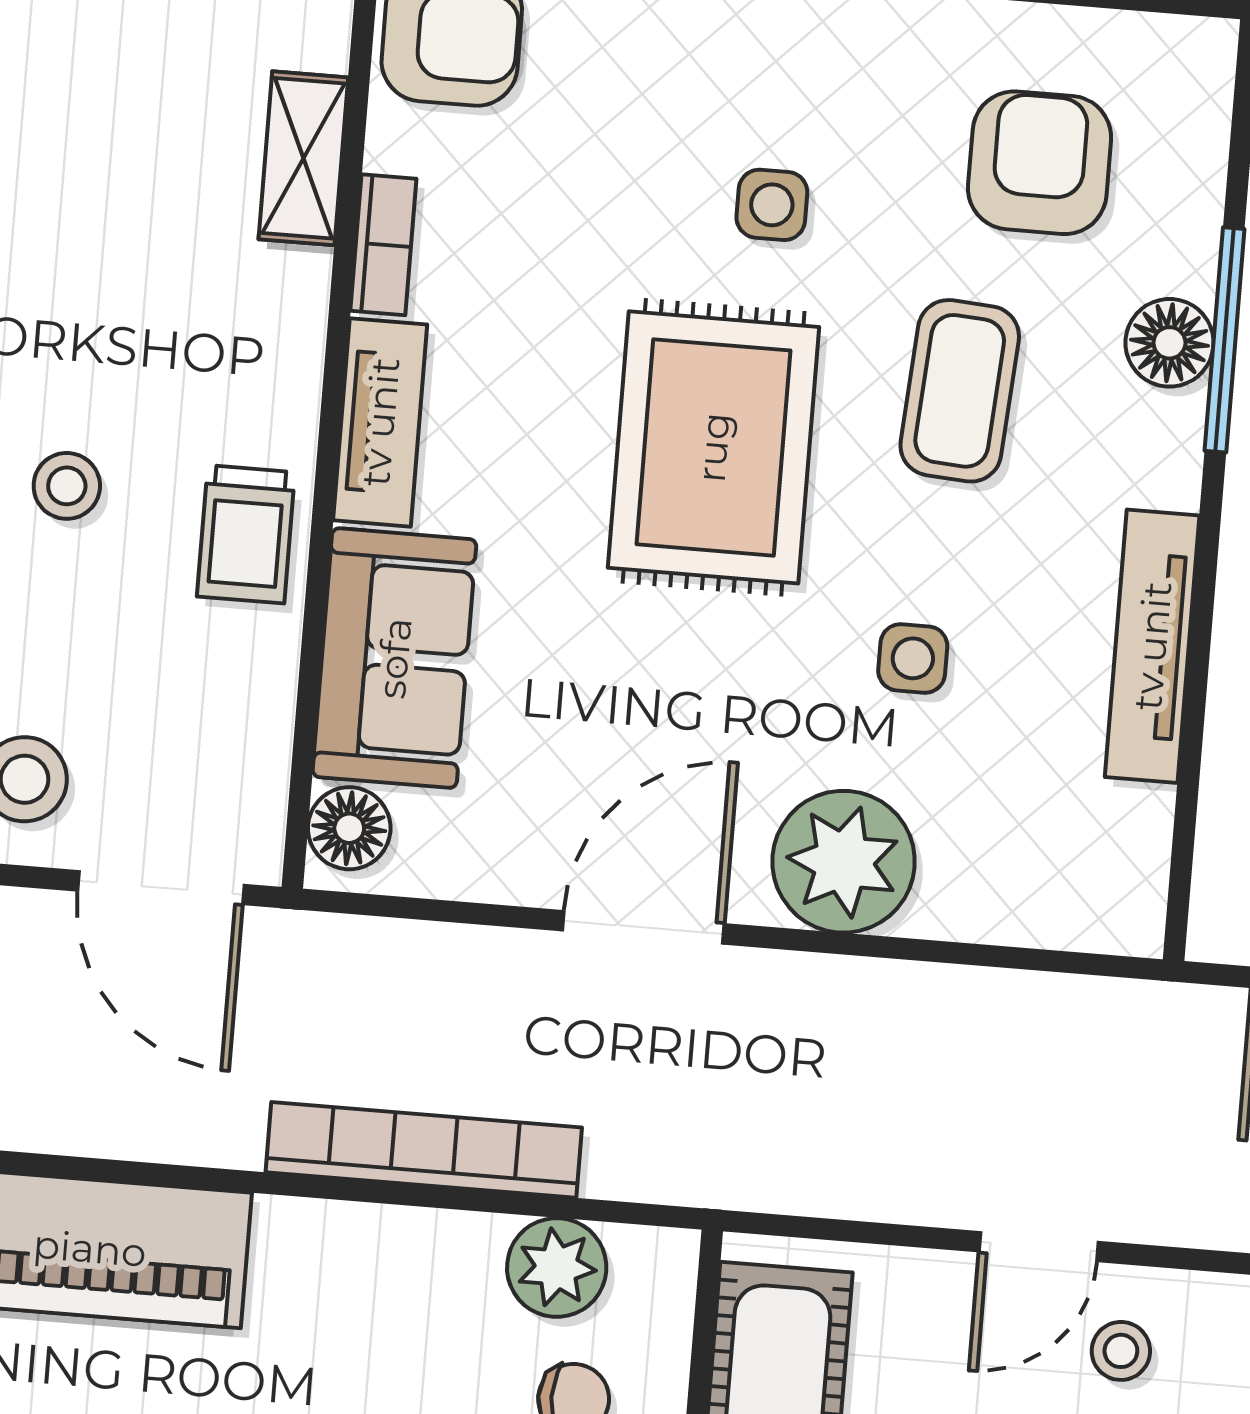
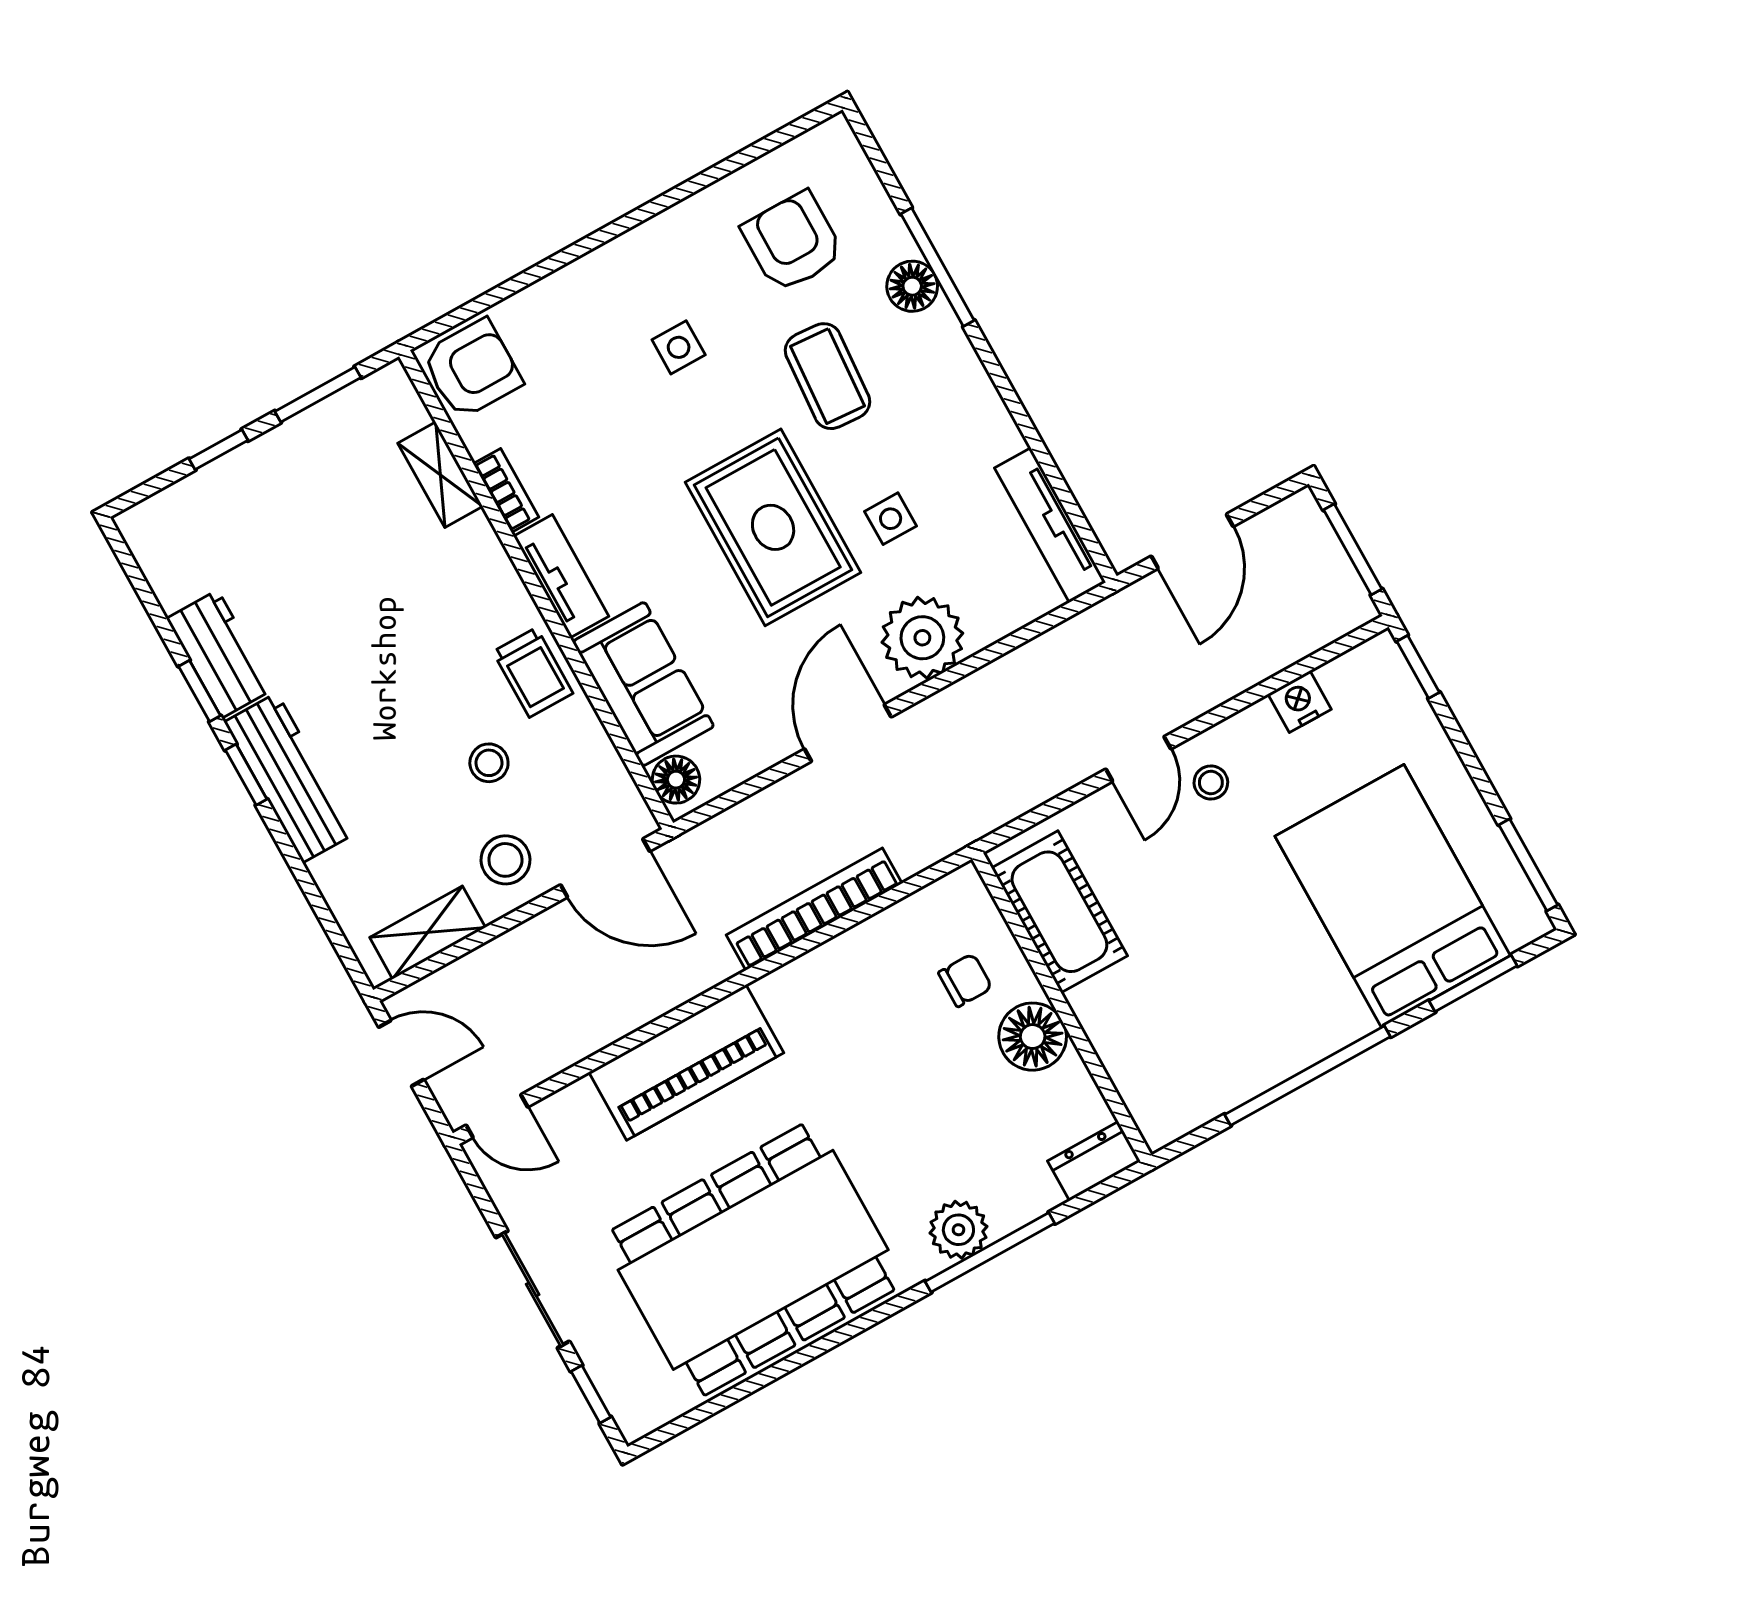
rug: (713, 447) -> (773, 527), moved
stool: (67, 486) -> (489, 763), moved
tv unit: (1152, 646) -> (1050, 525), moved
plant: (557, 1267) -> (915, 923), removed

